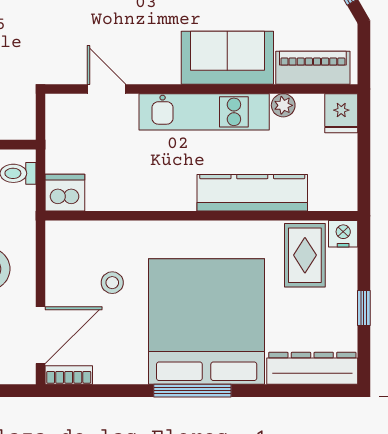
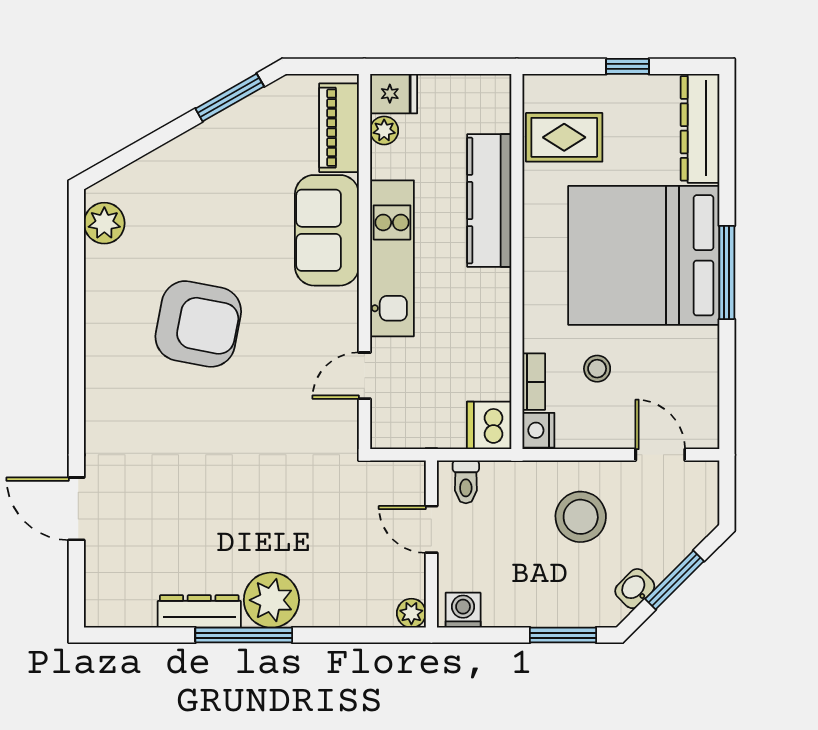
plant: (283, 105) -> (384, 130), moved
nightstand: (343, 234) -> (538, 430), moved
door: (41, 335) -> (660, 455), width x0.73
bookcase: (69, 375) -> (534, 382), moved, turned 180

